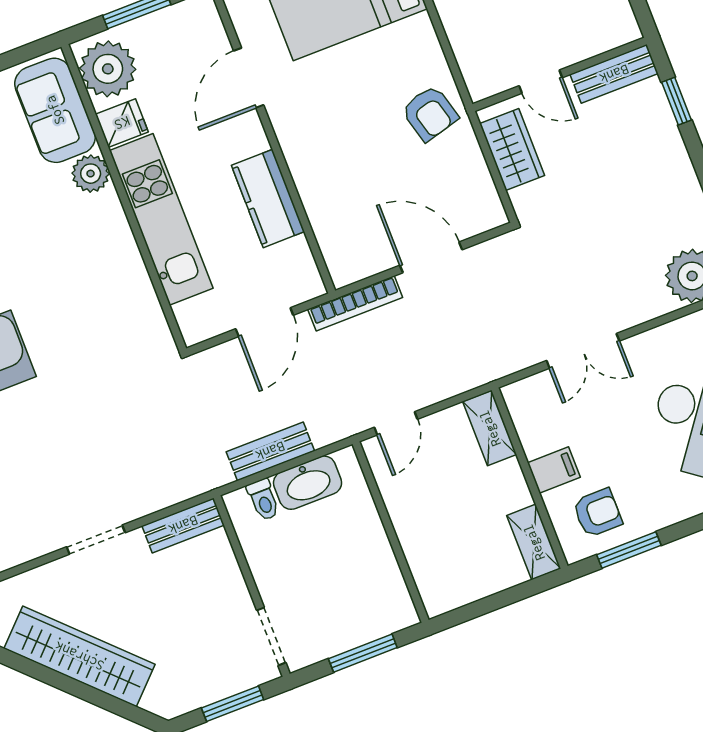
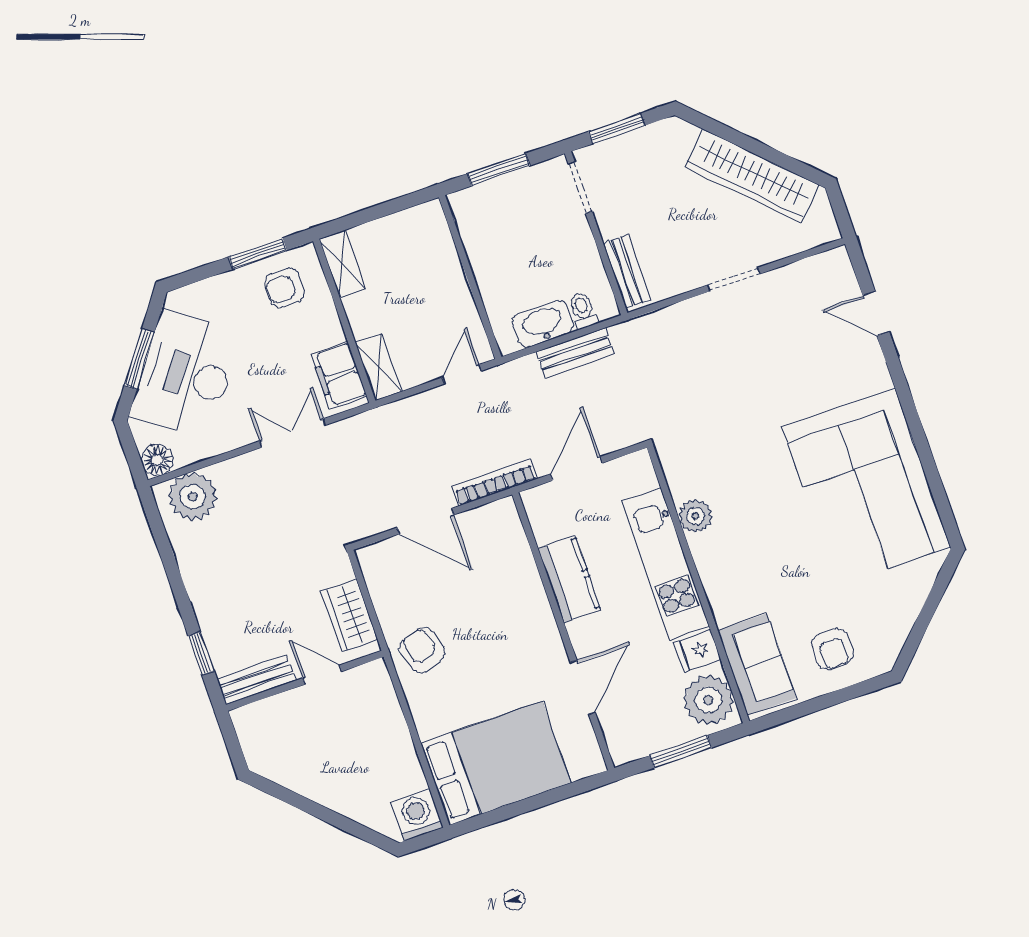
plant: (91, 174) -> (695, 516), moved
filing cabinet: (554, 470) -> (339, 375), moved, width x2.00
bench: (183, 525) -> (627, 271), moved, turned 90

